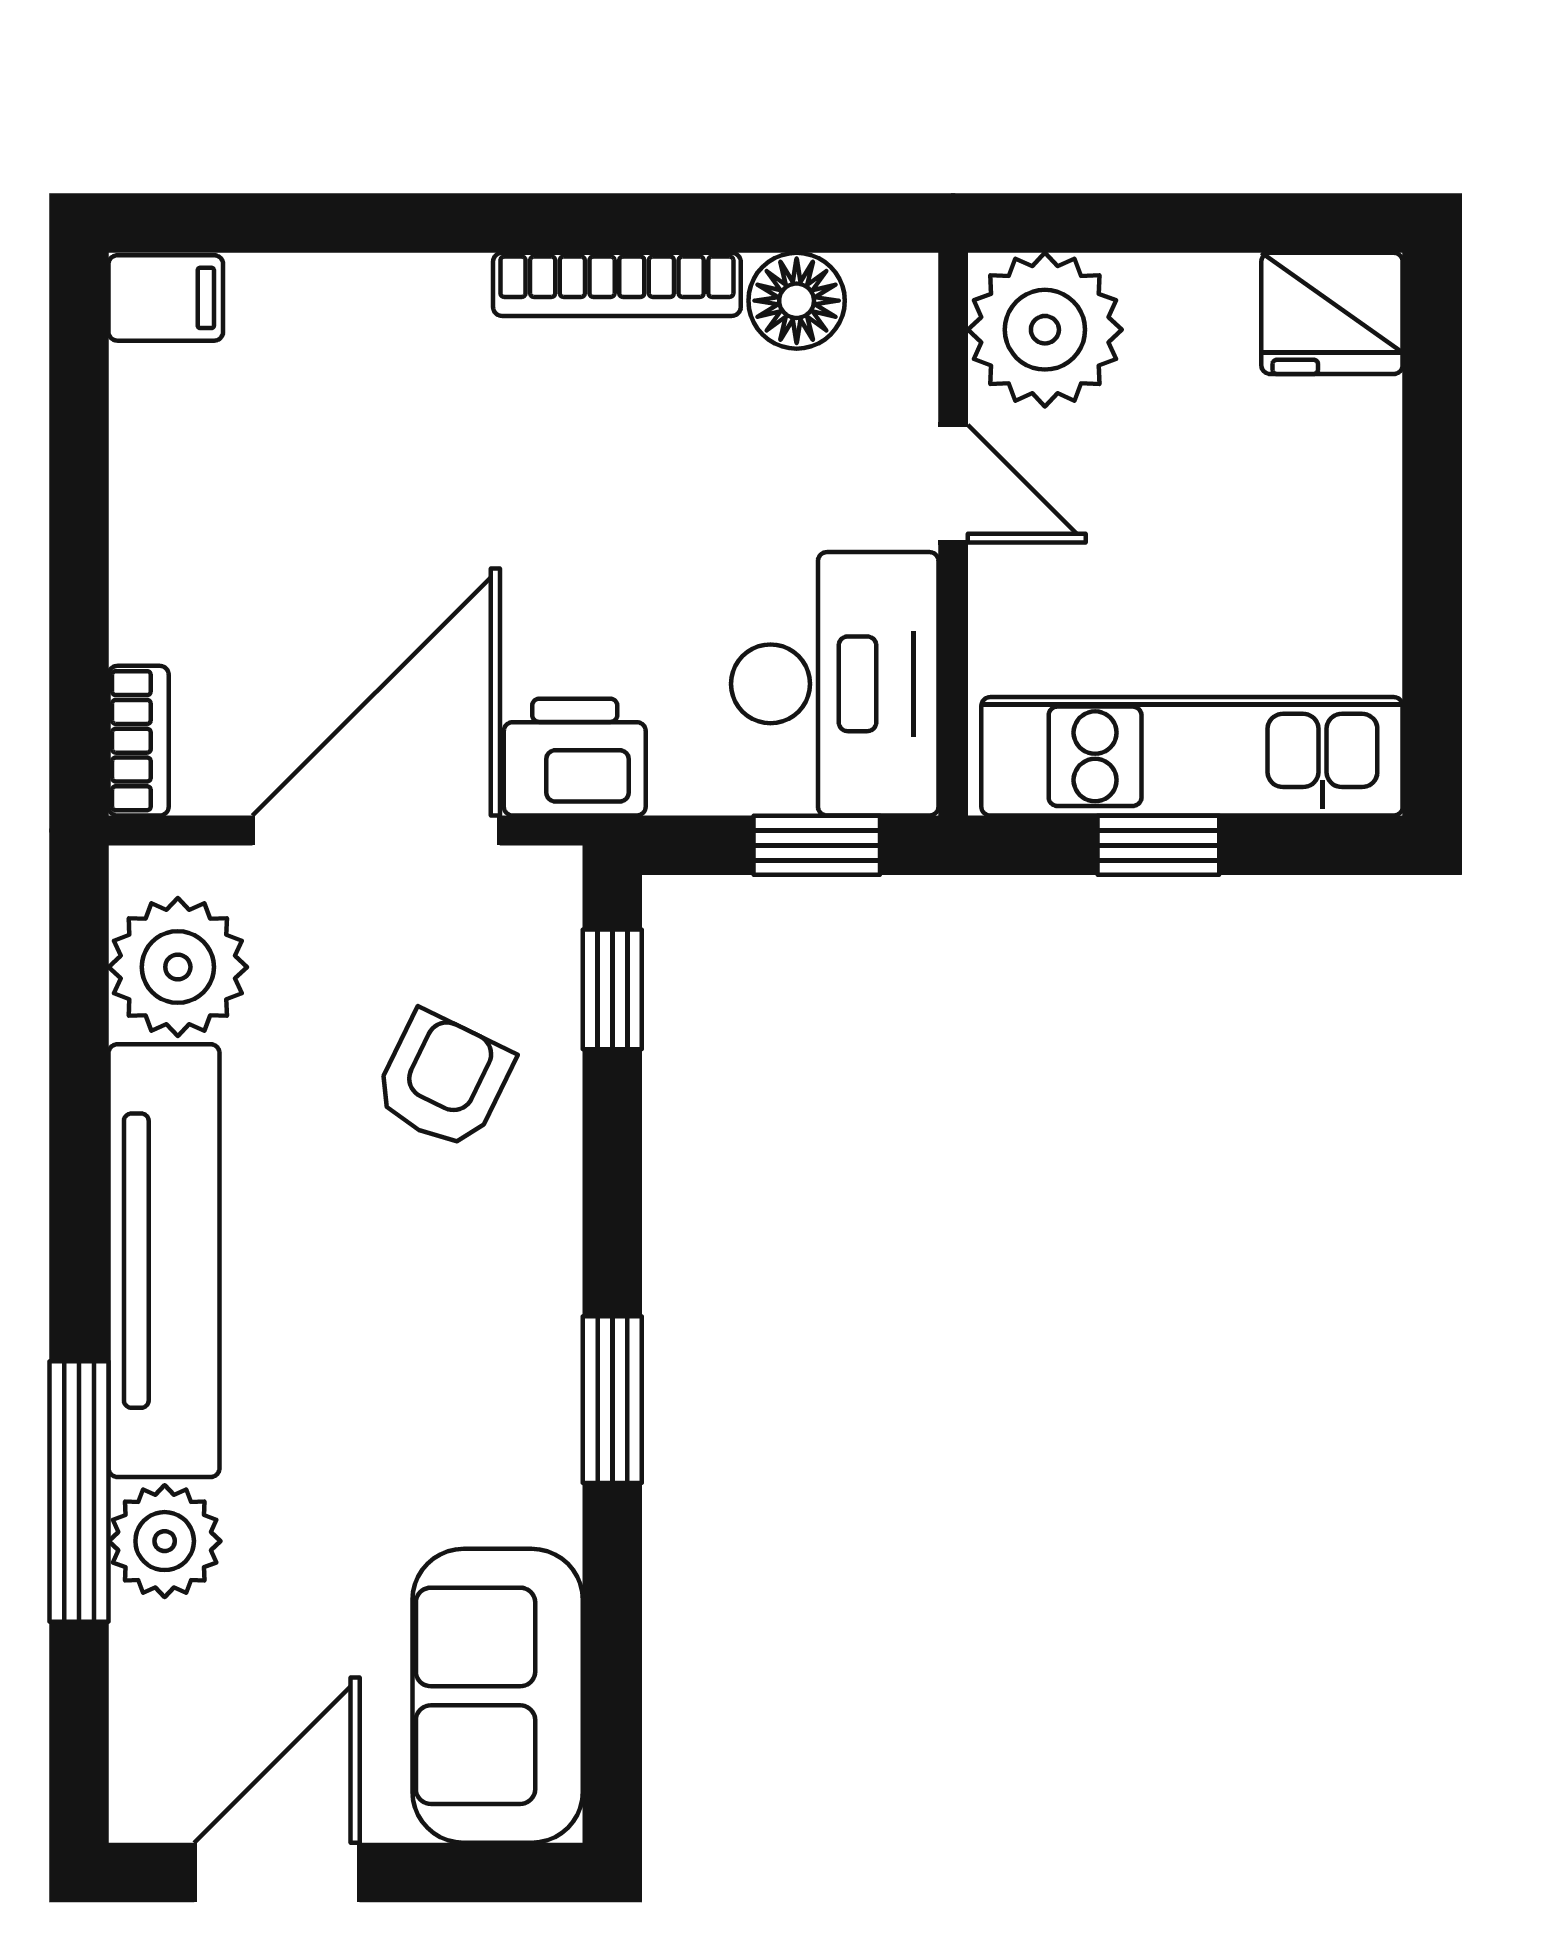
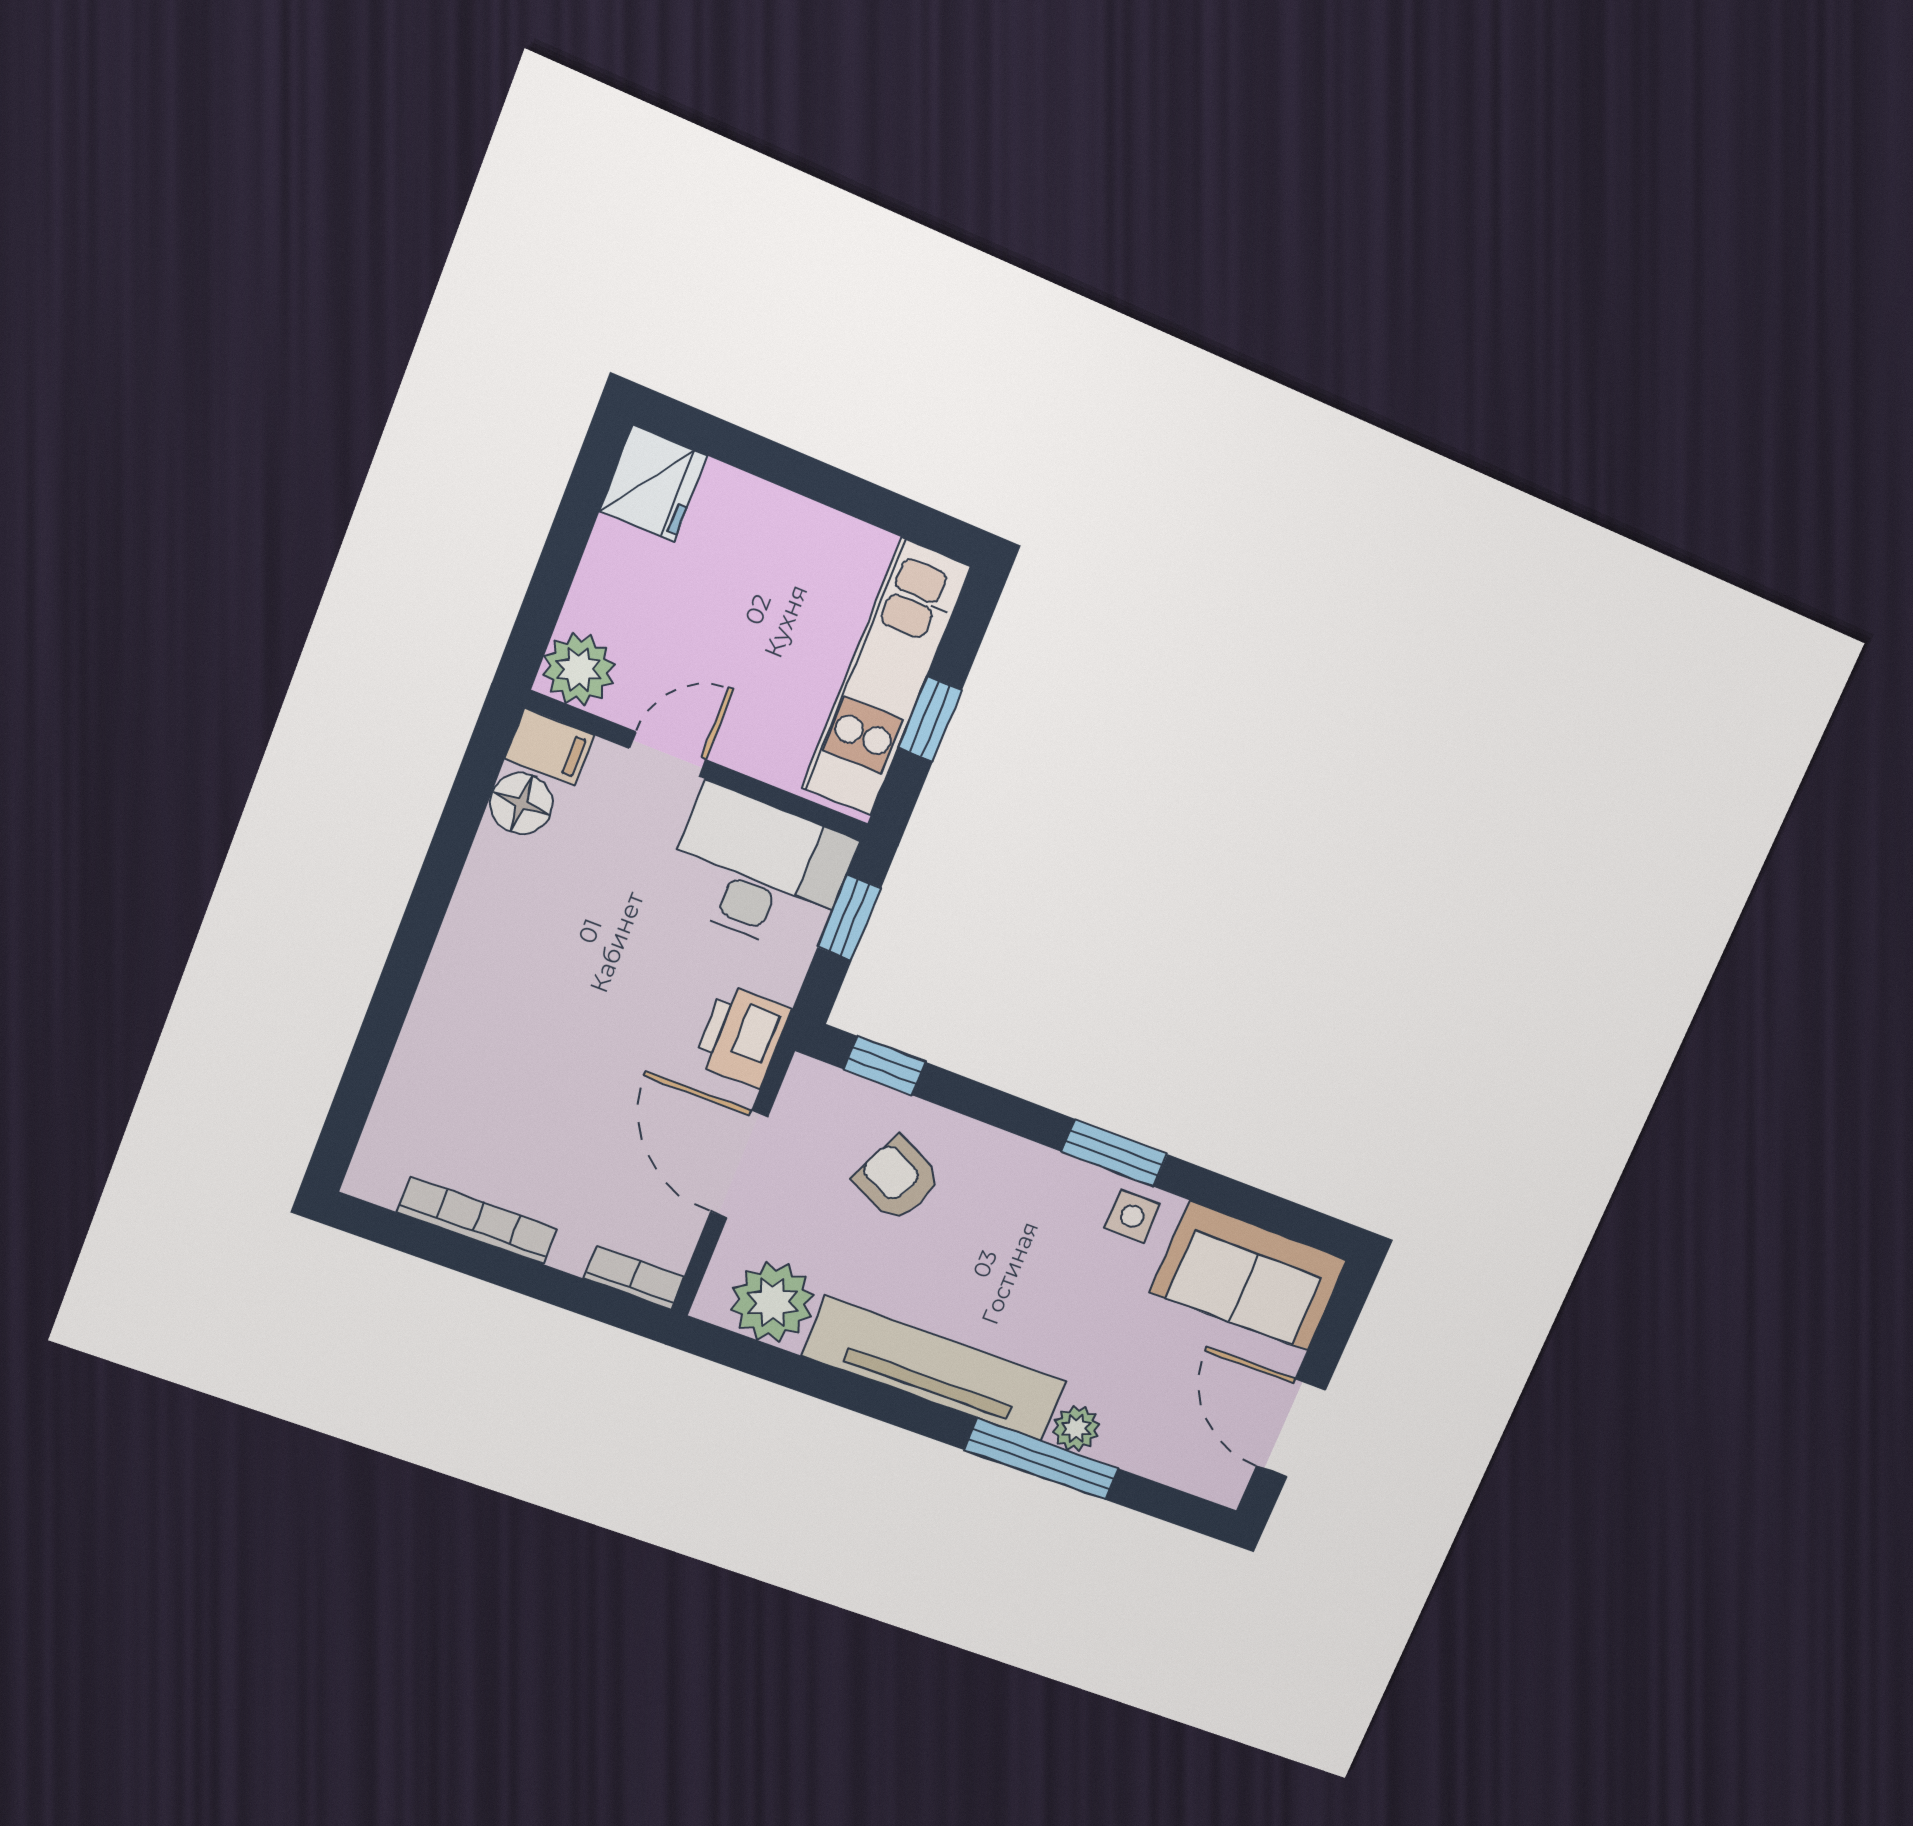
bookcase: (617, 284) -> (477, 1220), moved, turned -90
filing cabinet: (166, 298) -> (549, 747), moved, turned 90
plant: (1045, 330) -> (579, 669), width x0.73, depth x0.73
door: (376, 830) -> (739, 1164), width x0.73
side table: (524, 1469) -> (1132, 1216), added
plant: (165, 1541) -> (1076, 1428), width x0.73, depth x0.73

